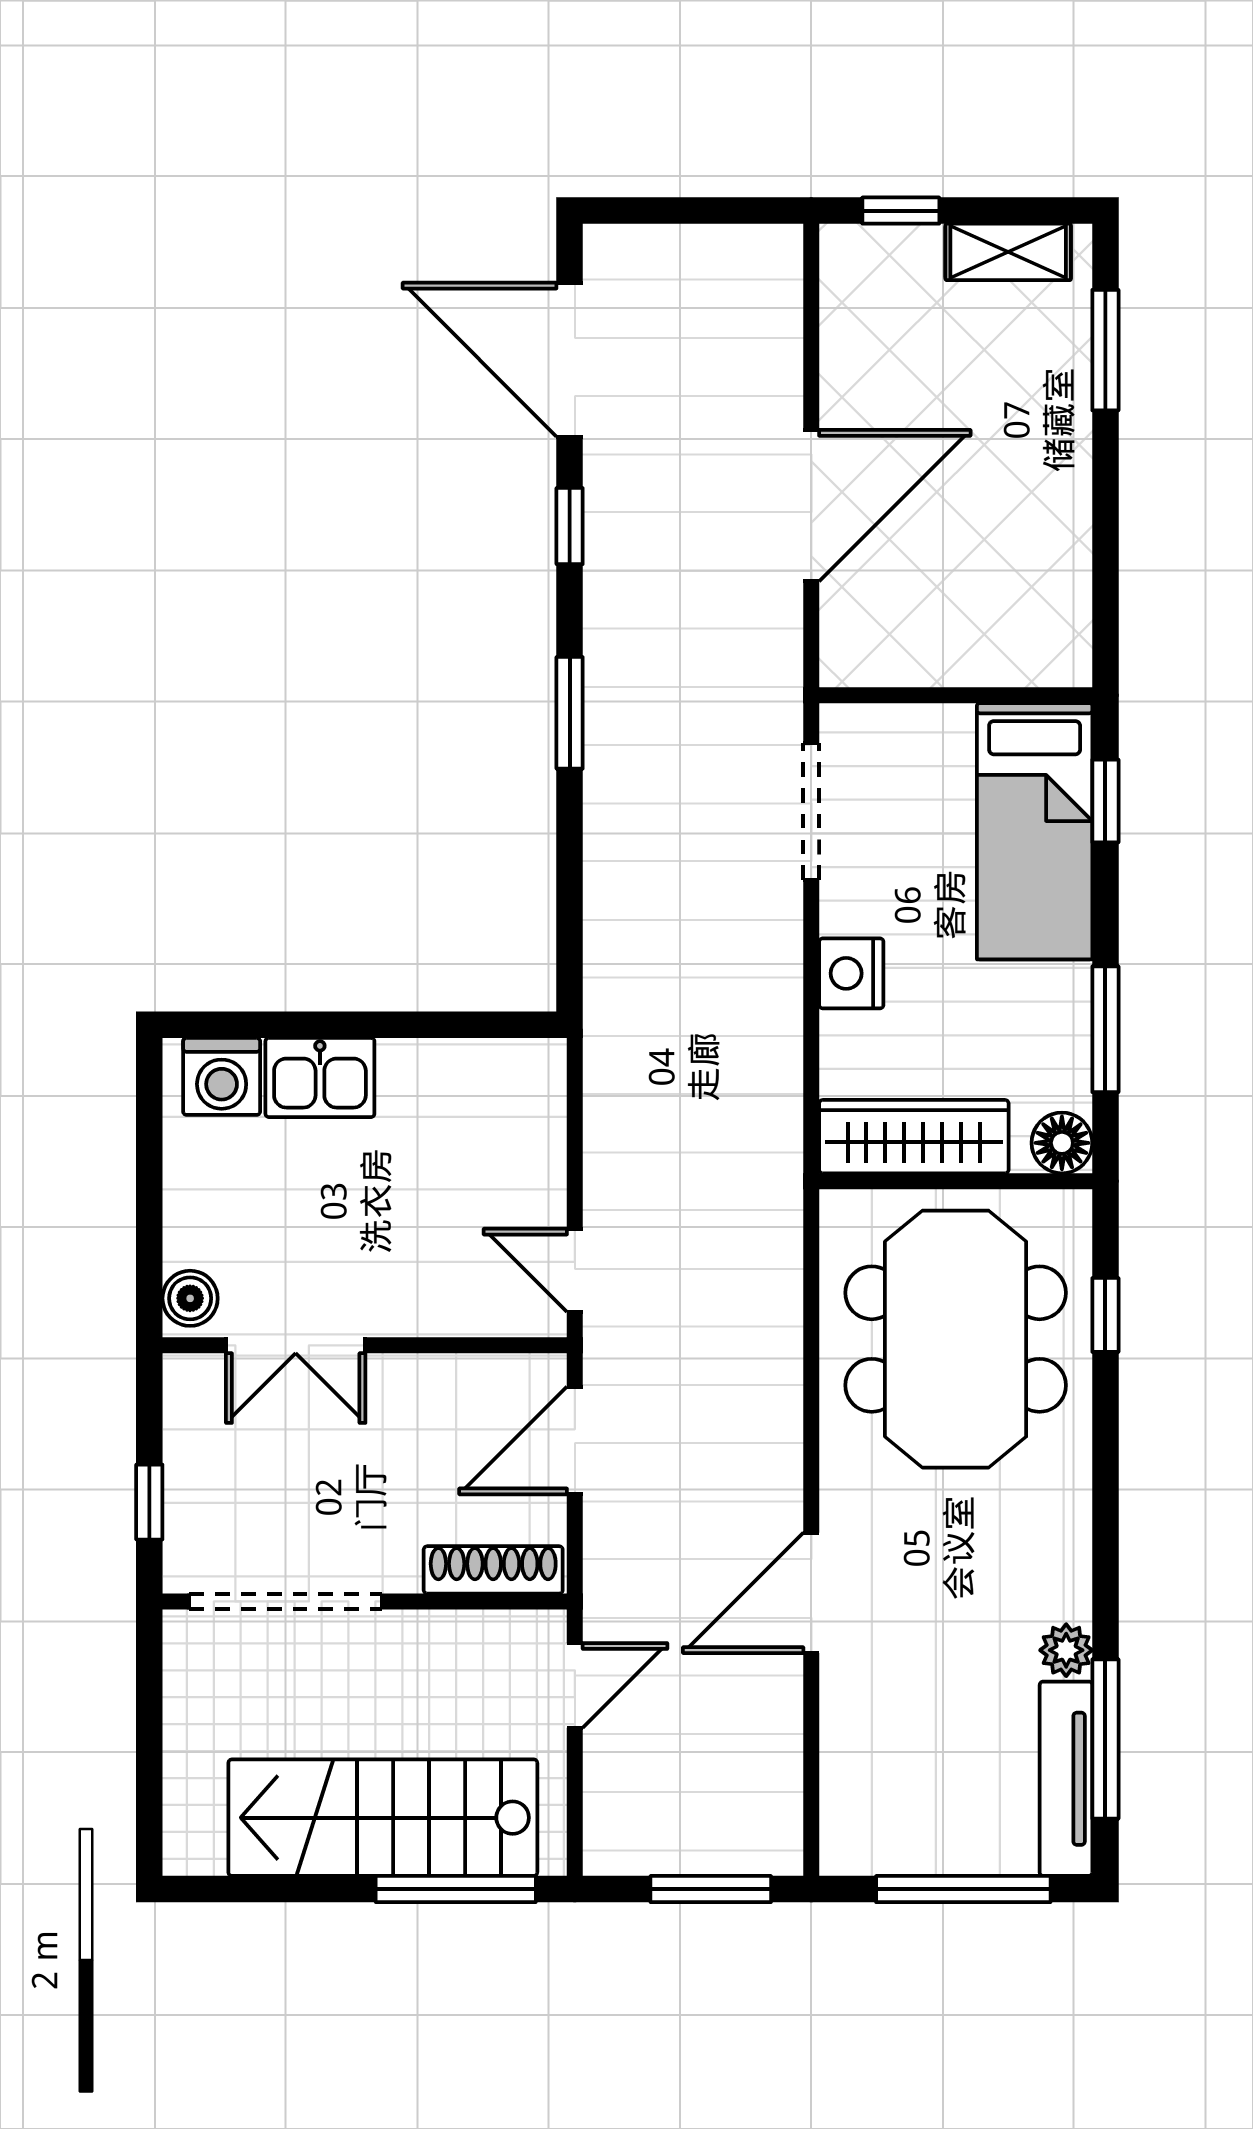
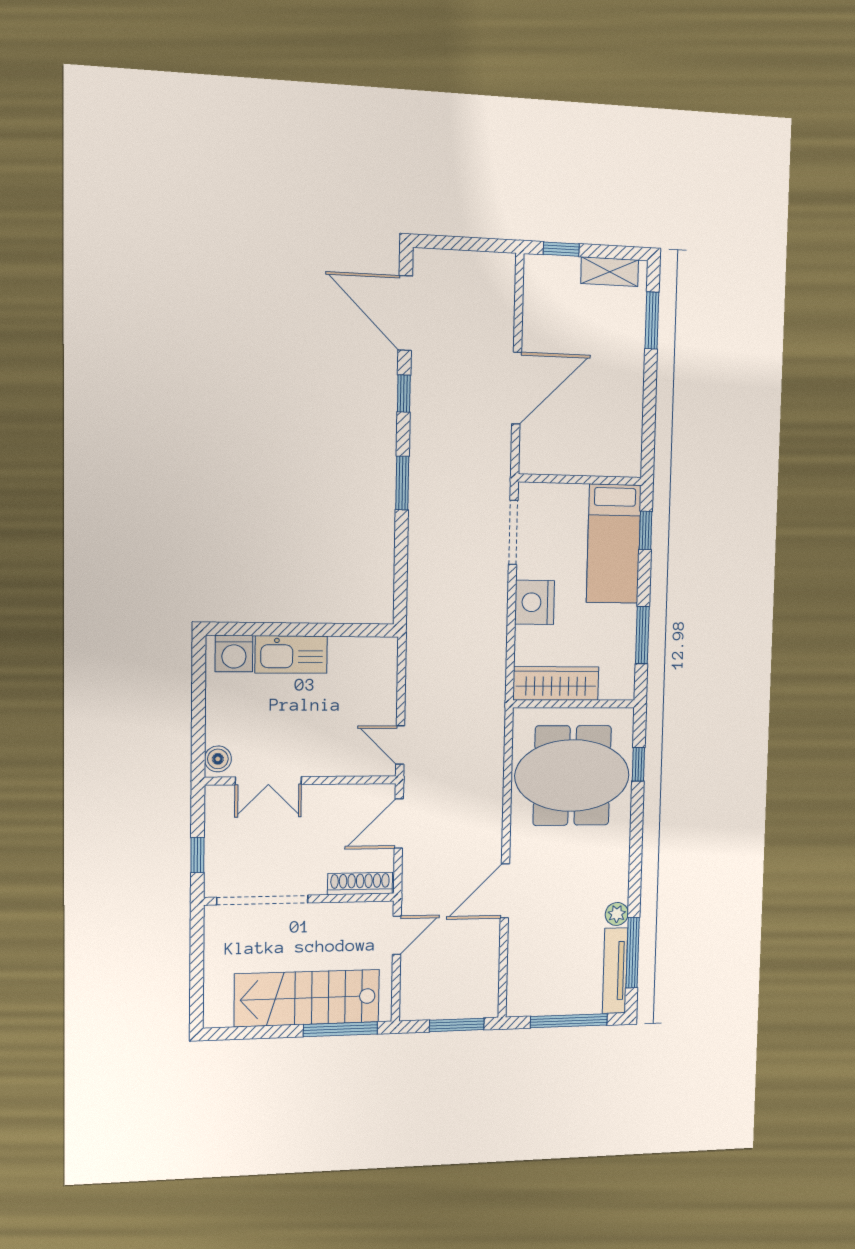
nightstand: (851, 973) -> (535, 602), width x1.36, depth x1.33
kitchen sink: (320, 1078) -> (291, 654), width x1.38
floor lamp: (1062, 1143) -> (622, 687), removed
meeting table: (956, 1339) -> (572, 776), turned 90

